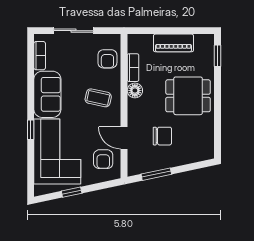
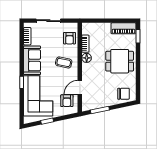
piano: (173, 43) -> (123, 28), moved
chair: (162, 136) -> (124, 94), moved
door: (124, 138) -> (80, 87), hinge flipped

